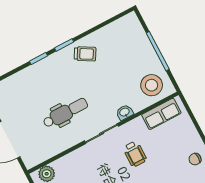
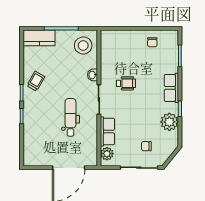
kitchen counter: (134, 32) -> (39, 38), added
row of seats: (161, 114) -> (107, 132), moved

